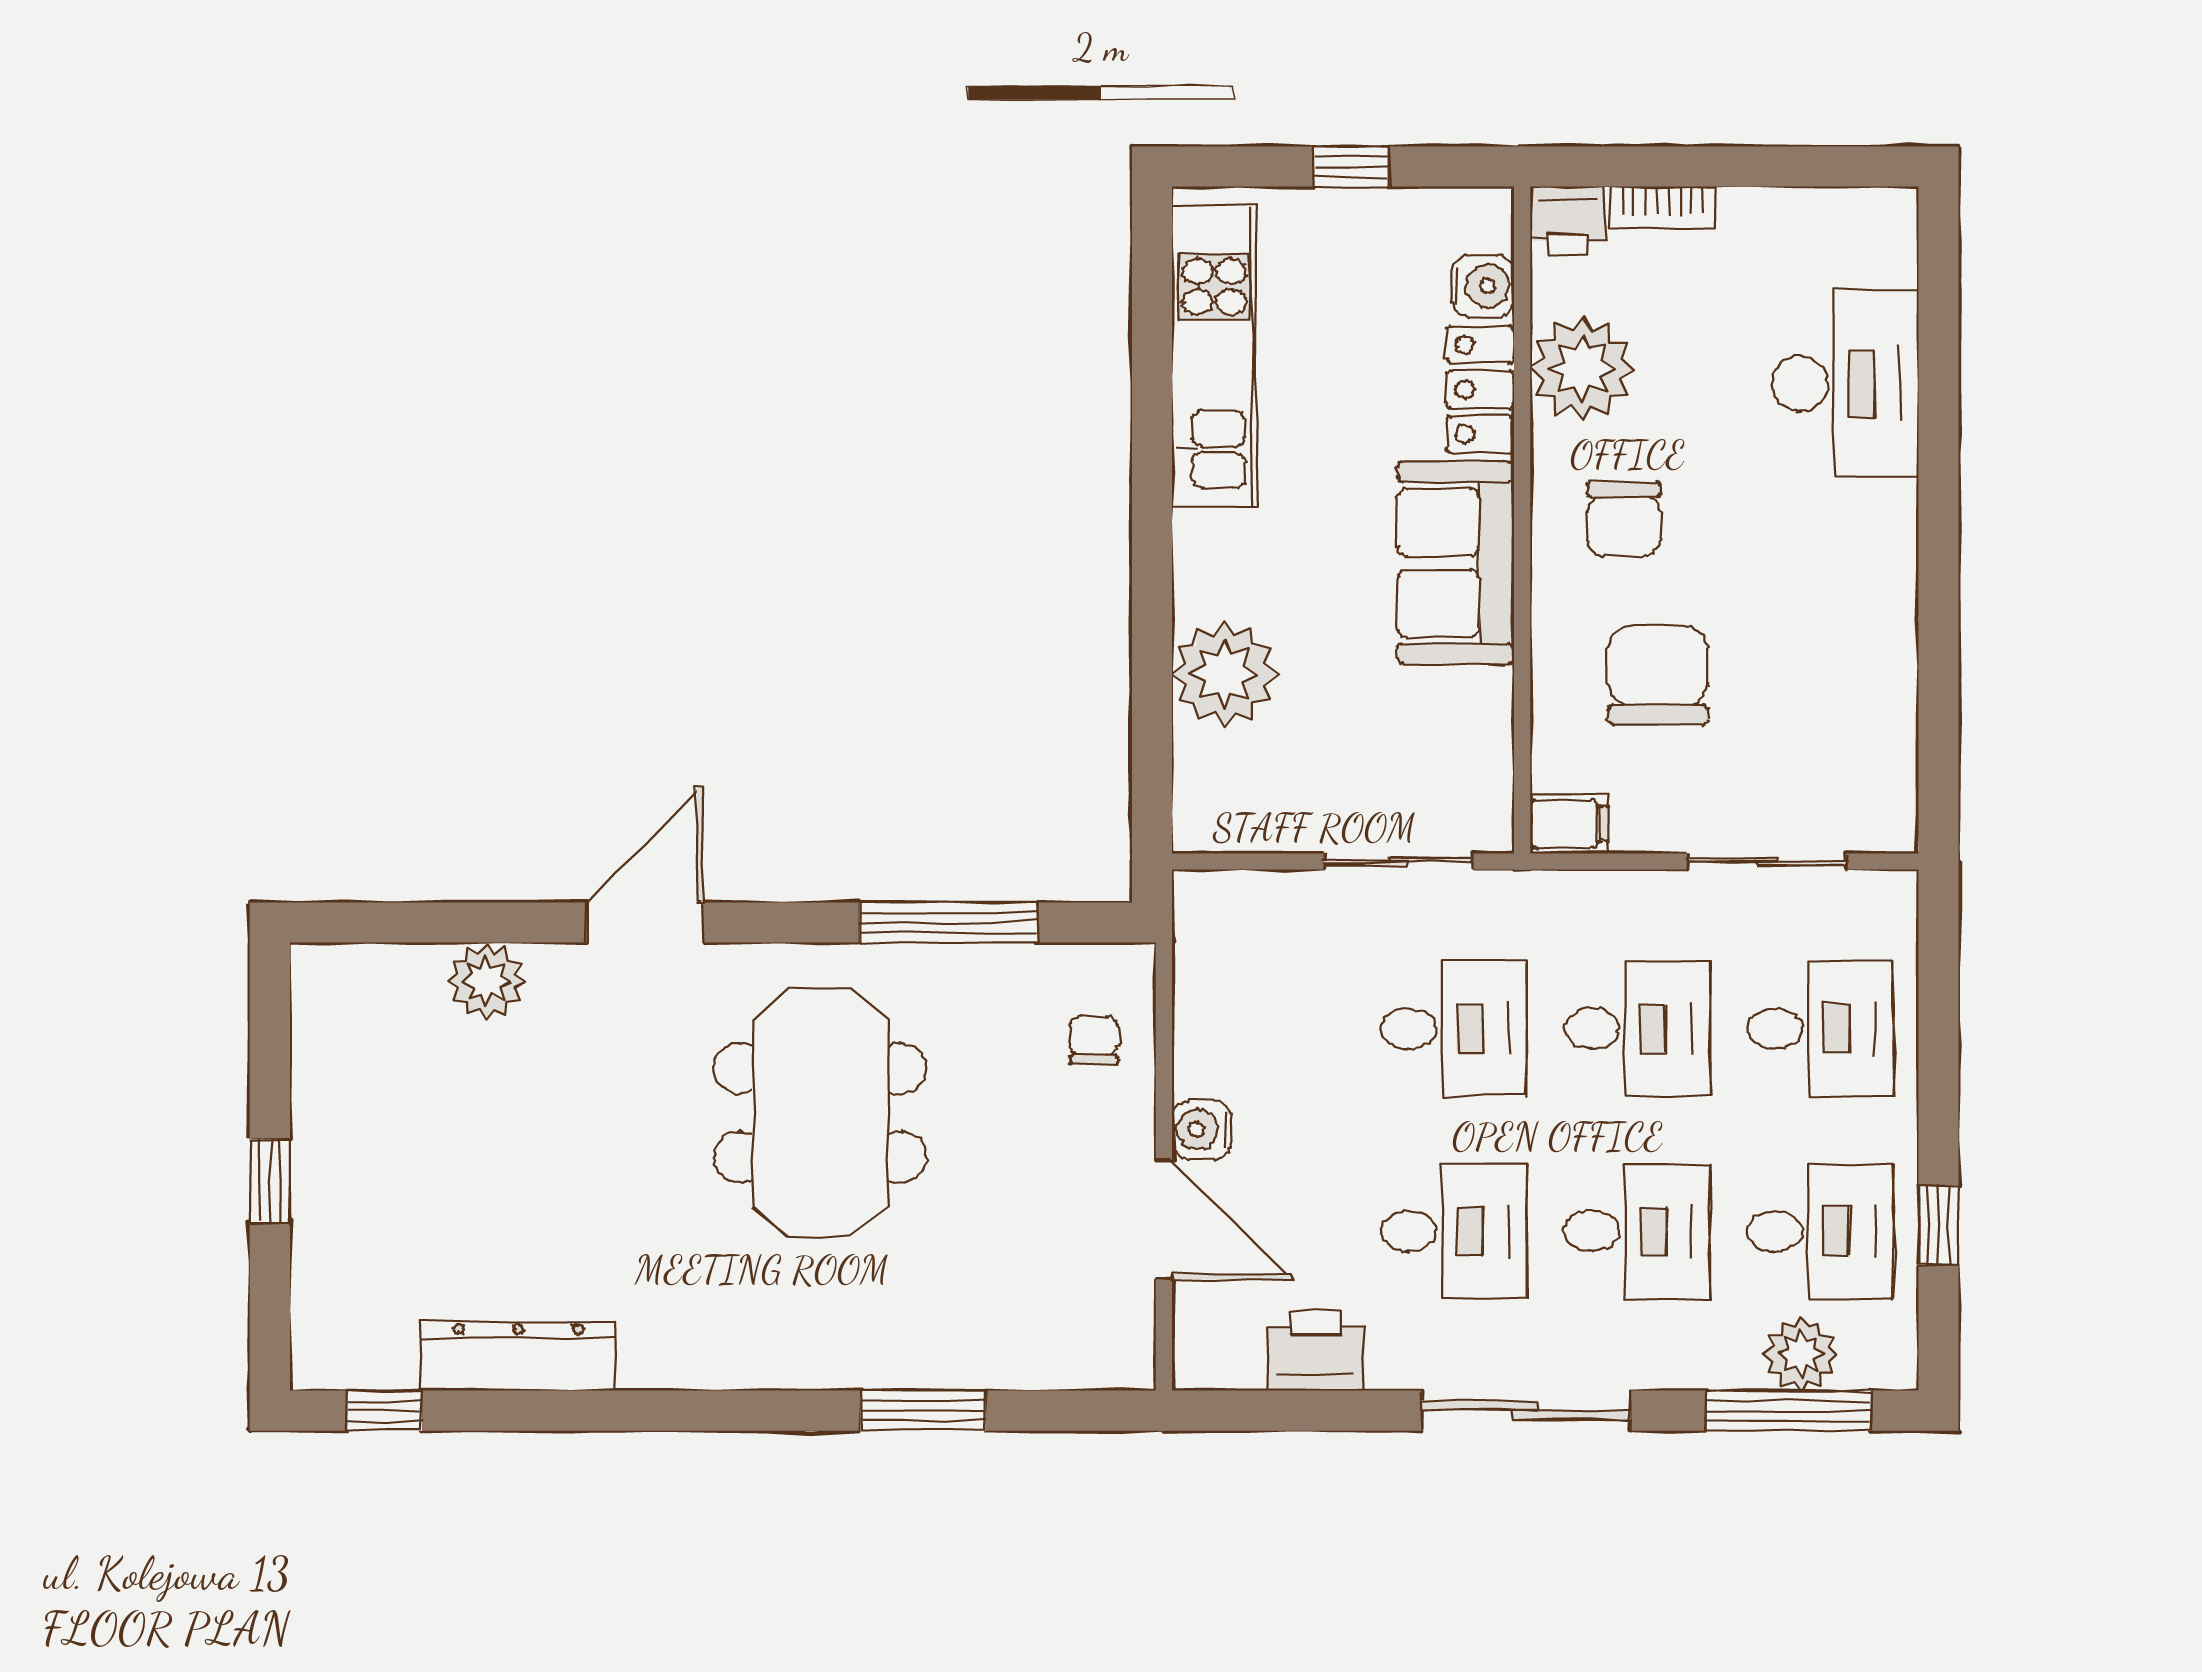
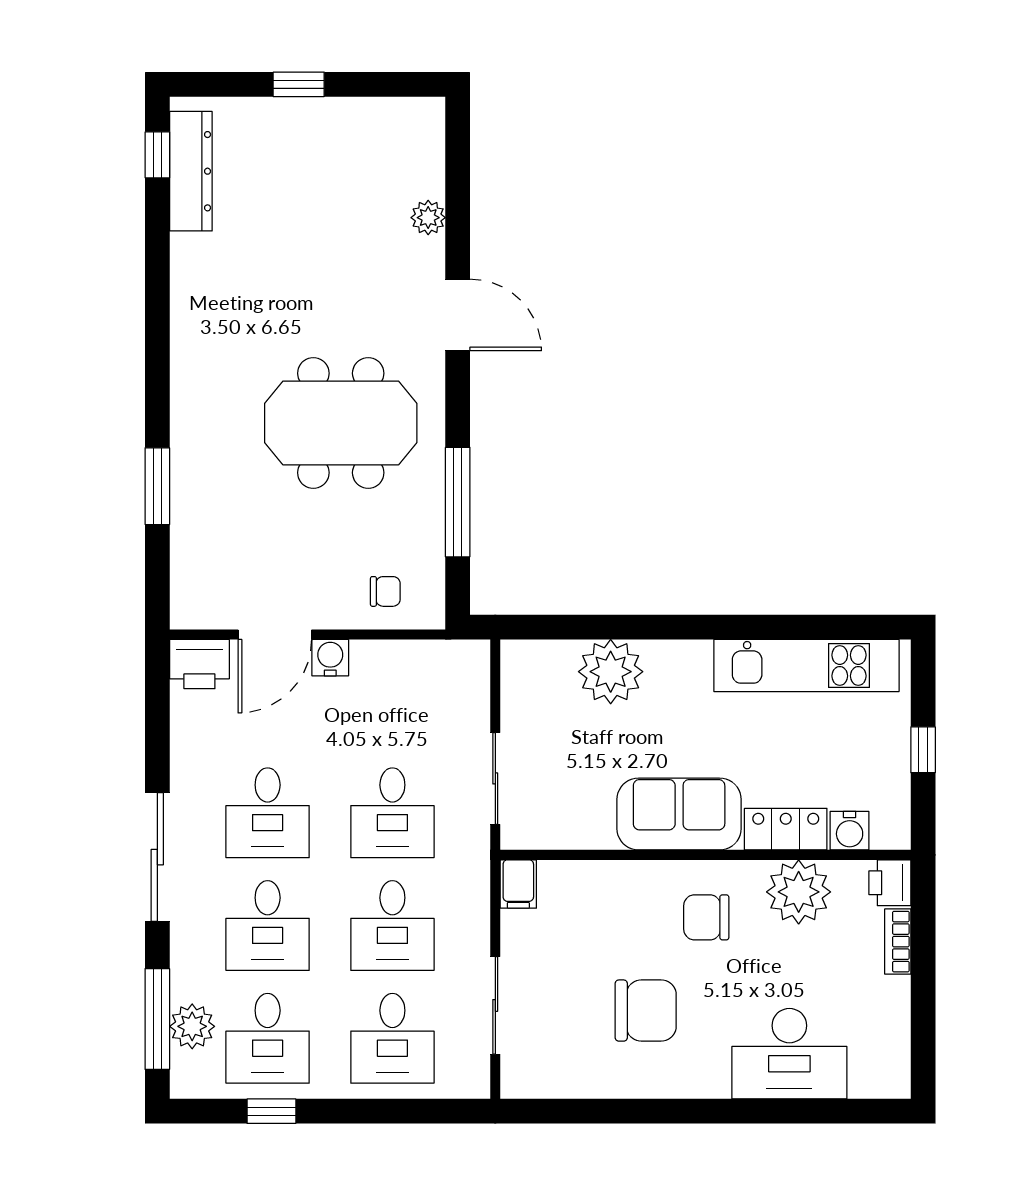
chair: (1658, 675) -> (646, 1011), moved
plant: (486, 981) -> (428, 218), width x0.73, depth x0.73
printer: (1316, 1351) -> (199, 664), moved, turned 90
dresser: (518, 1356) -> (191, 171), moved

